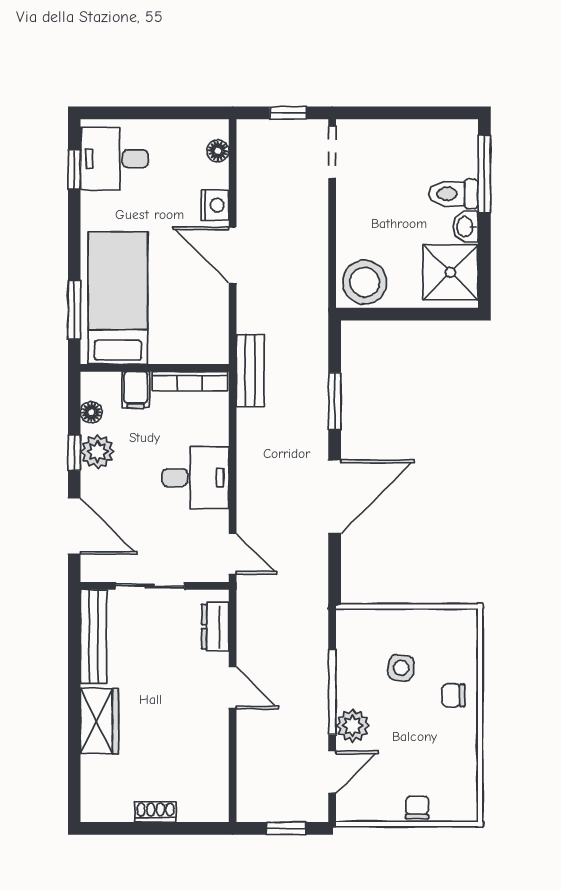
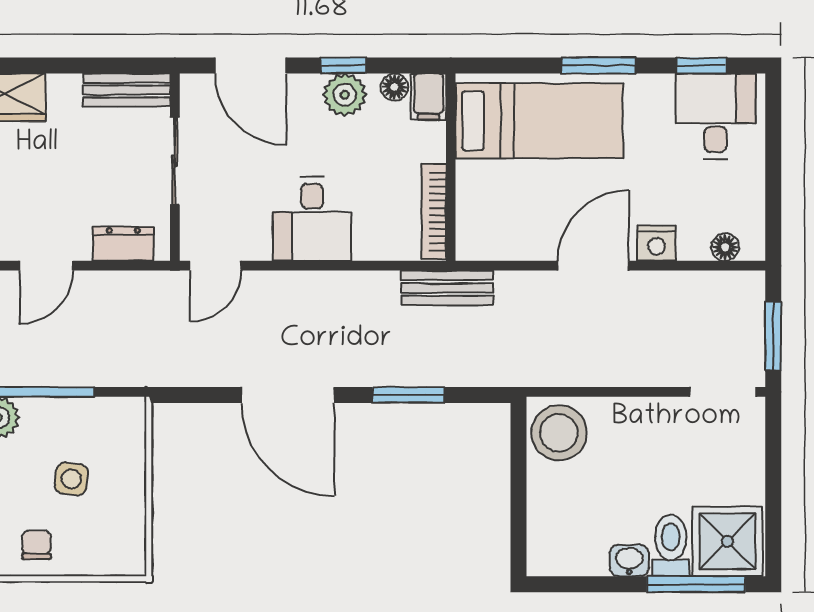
window: (288, 113) -> (773, 336), width x1.50
shower: (450, 272) -> (728, 541), moved
window: (74, 310) -> (599, 65), moved
filing cabinet: (136, 390) -> (429, 97), moved, turned -90
door: (74, 526) -> (251, 65), hinge flipped
bench: (94, 636) -> (127, 90), width x0.73

